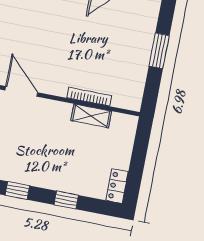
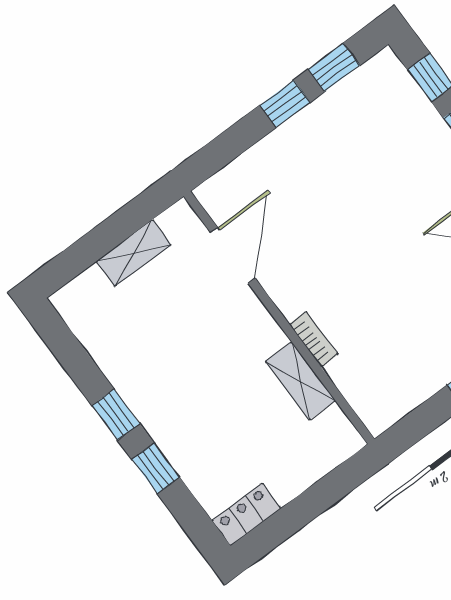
bookcase: (89, 97) -> (314, 339), width x0.64
window: (17, 190) -> (116, 415), moved

